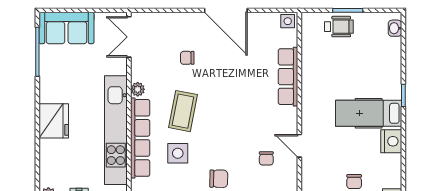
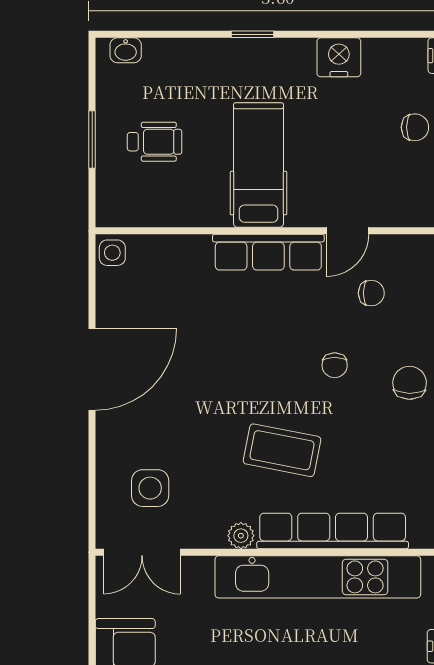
wheelchair: (339, 27) -> (154, 142), moved, turned 90
chair: (187, 58) -> (335, 365), moved
row of seats: (288, 77) -> (268, 252), moved
hospital bed: (369, 113) -> (258, 165), moved, turned 180
side table: (178, 153) -> (150, 488), moved

